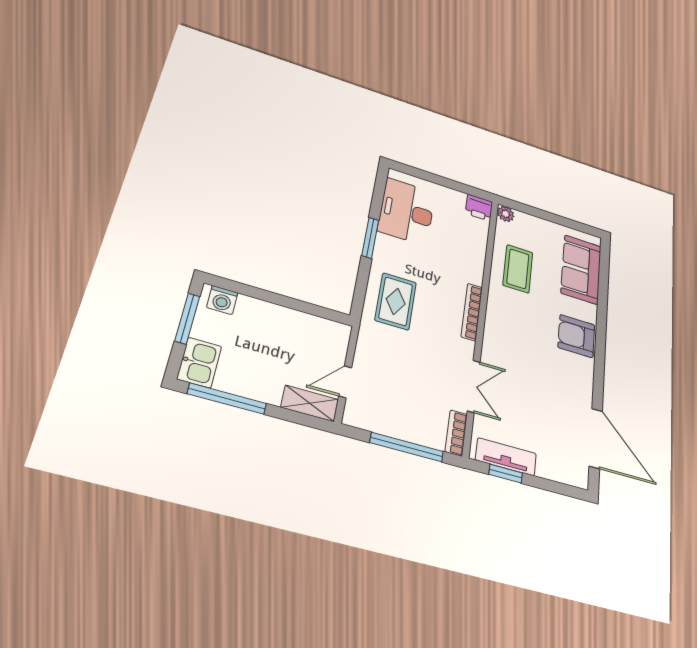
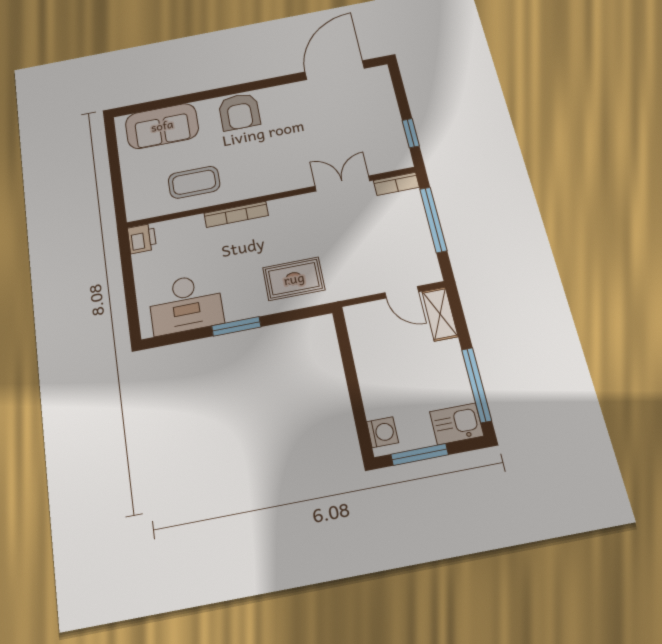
plant: (506, 214) -> (135, 212), removed
bookcase: (472, 312) -> (236, 214), moved
tv unit: (506, 457) -> (395, 137), removed

